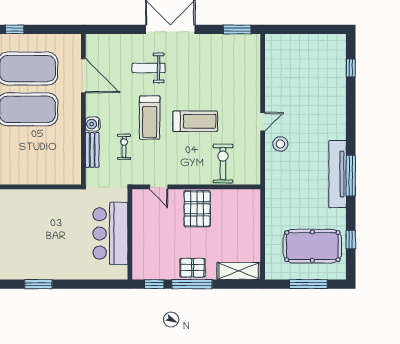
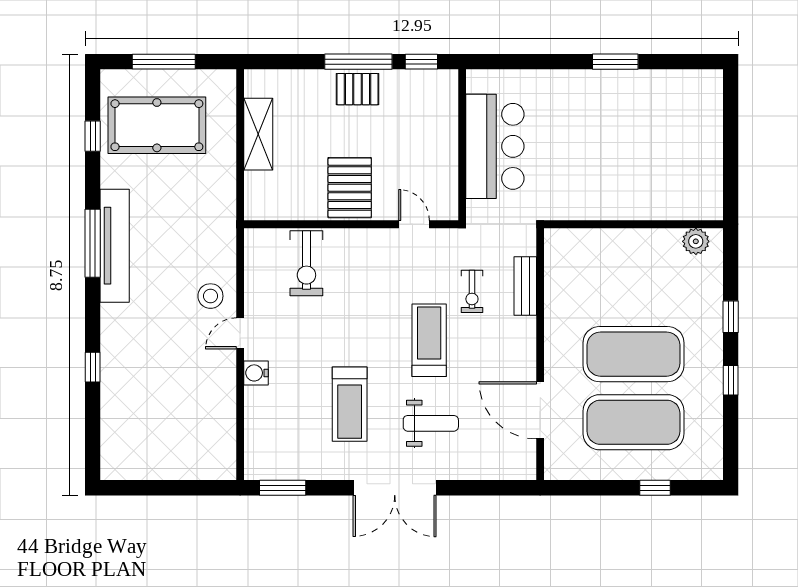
window: (351, 68) -> (93, 367), moved
treadmill: (195, 121) -> (350, 404), moved, turned -90
water cooler: (93, 124) -> (256, 373), moved, turned 180
shelving: (239, 271) -> (258, 134), moved, turned 90

